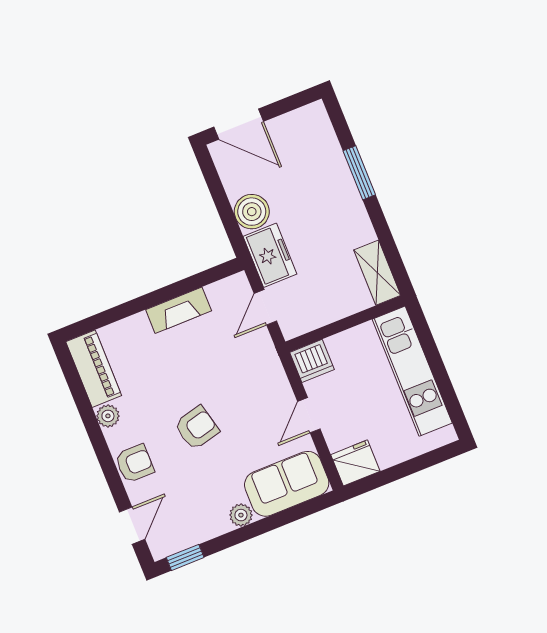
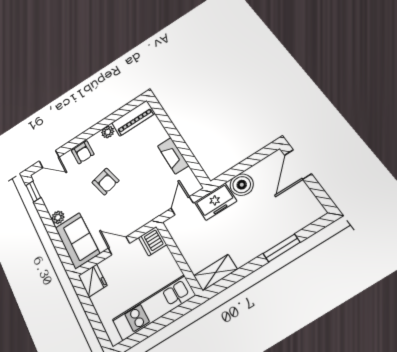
door: (265, 307) -> (182, 206), hinge flipped

